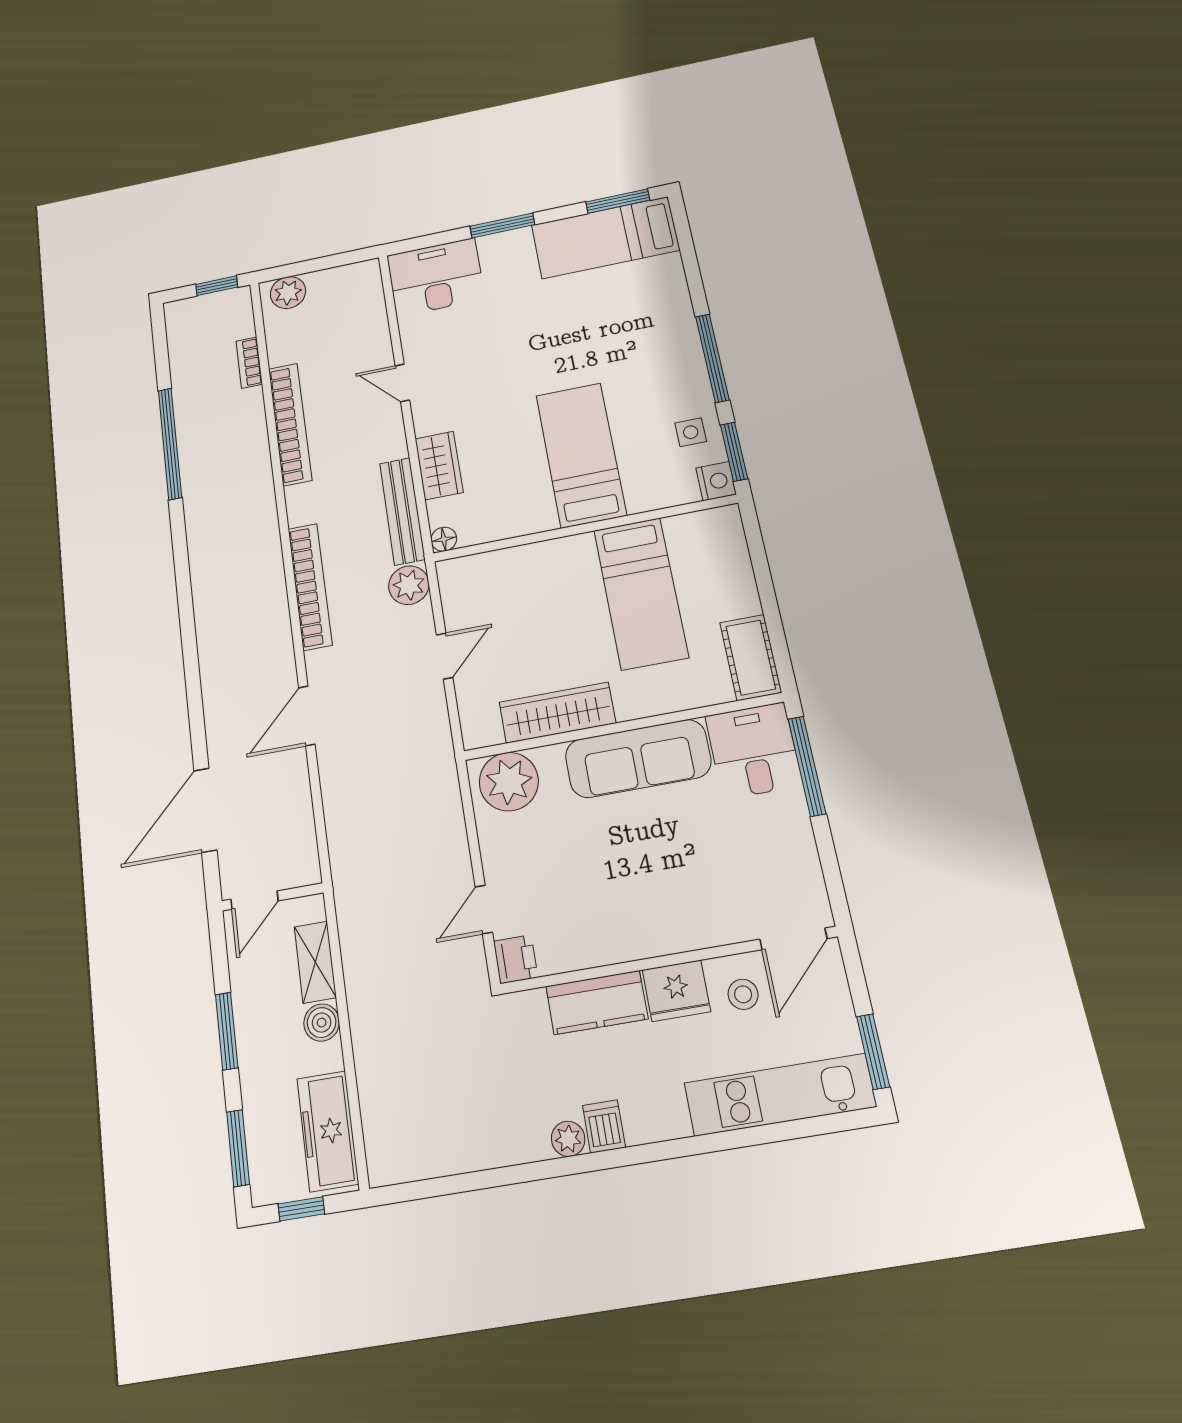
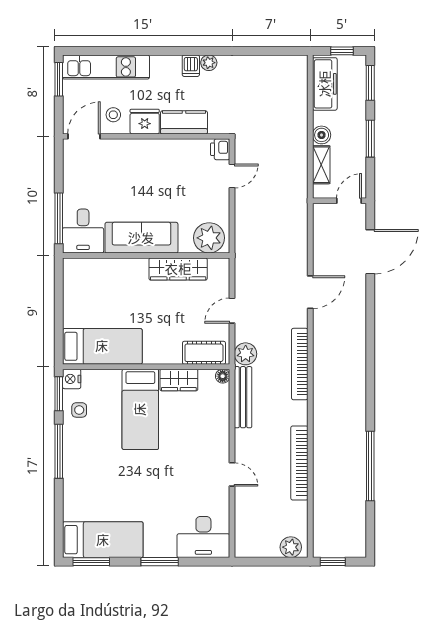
bookcase: (249, 363) -> (319, 507), removed
wardrobe: (439, 465) -> (179, 380), moved, turned -90
bed: (641, 593) -> (102, 346), moved, turned 90
cot: (751, 657) -> (204, 353), moved, turned 90

